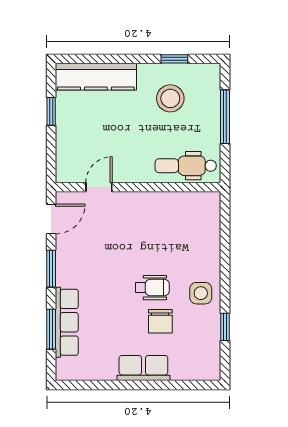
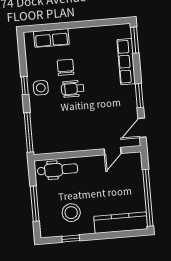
window: (51, 111) -> (148, 198), width x3.17
window: (225, 227) -> (29, 132), added
window: (225, 327) -> (25, 86), moved
window: (51, 329) -> (135, 40), moved
row of seats: (143, 368) -> (51, 38), moved

